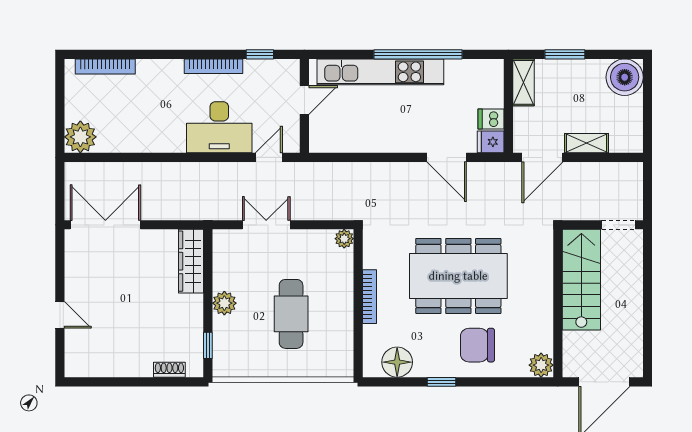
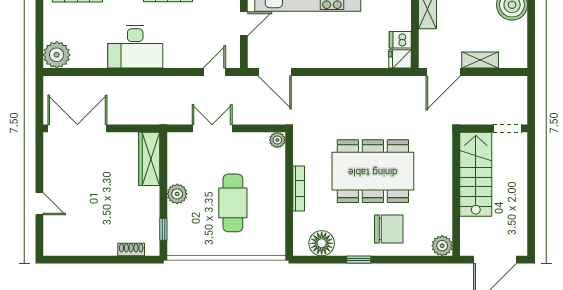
desk: (219, 127) -> (135, 47), moved
door: (447, 157) -> (275, 72), moved
chair: (477, 345) -> (389, 229), turned 180

